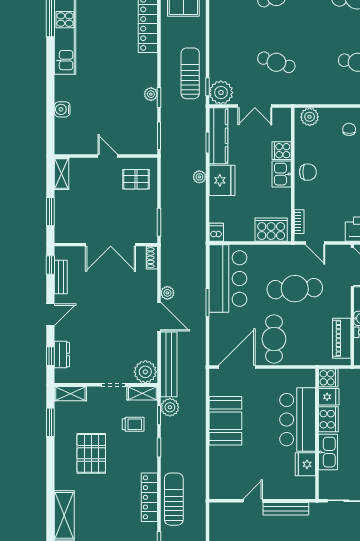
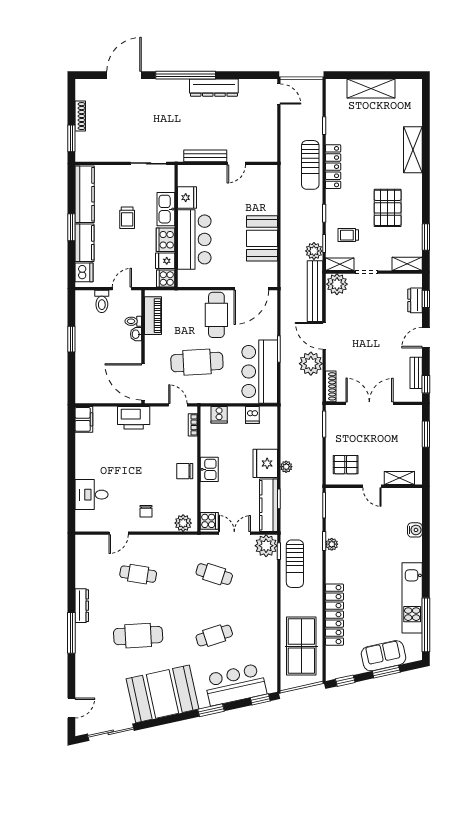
cooker: (282, 151) -> (209, 521), moved
shelving: (62, 174) -> (399, 478), moved, turned 90
cooker: (271, 230) -> (219, 415), width x0.53, depth x0.76
dishwasher: (216, 232) -> (252, 415), moved
shoe rack: (152, 258) -> (331, 386), width x1.43
plant: (167, 293) -> (311, 364), width x1.88, depth x1.88

